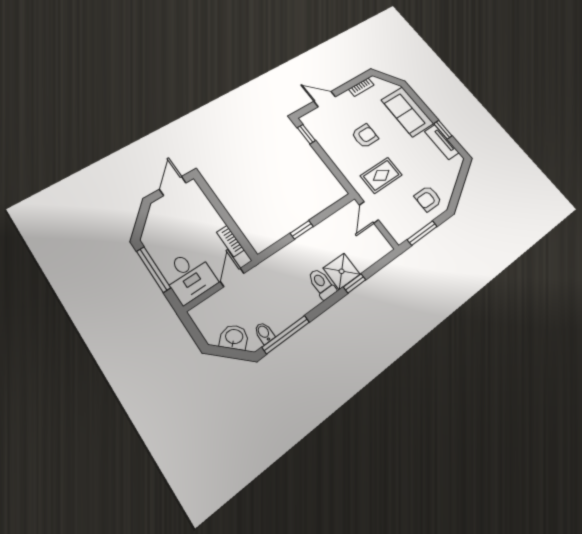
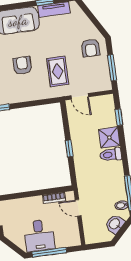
desk: (189, 276) -> (39, 236), moved, turned 90
window: (355, 283) -> (119, 117), moved

